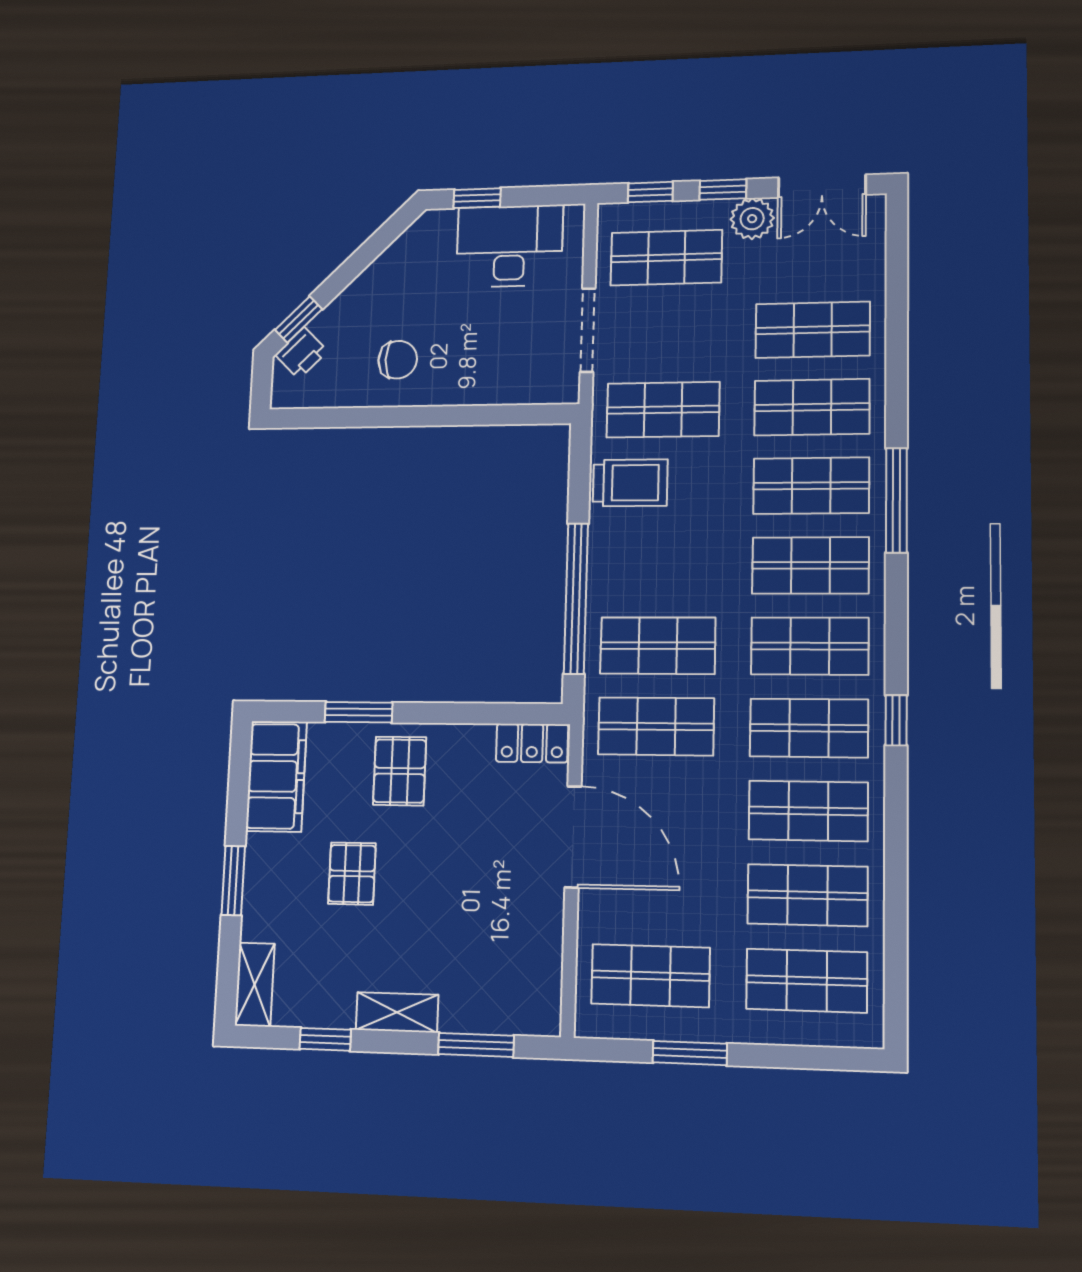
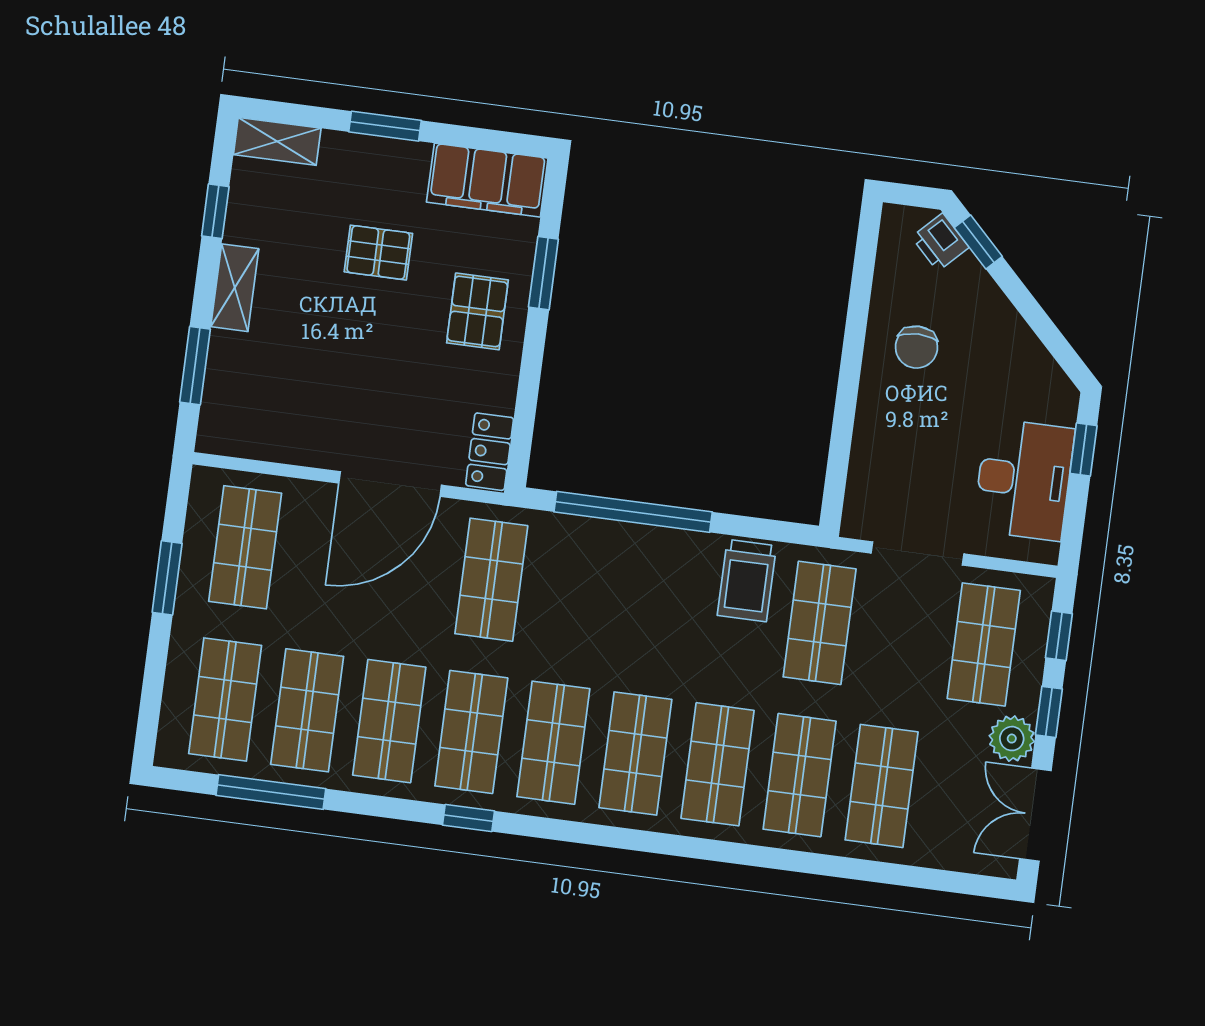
window: (896, 500) -> (271, 792), moved
shop shelf: (658, 646) -> (573, 590), removed
pallet: (400, 771) -> (477, 311), turned 90

